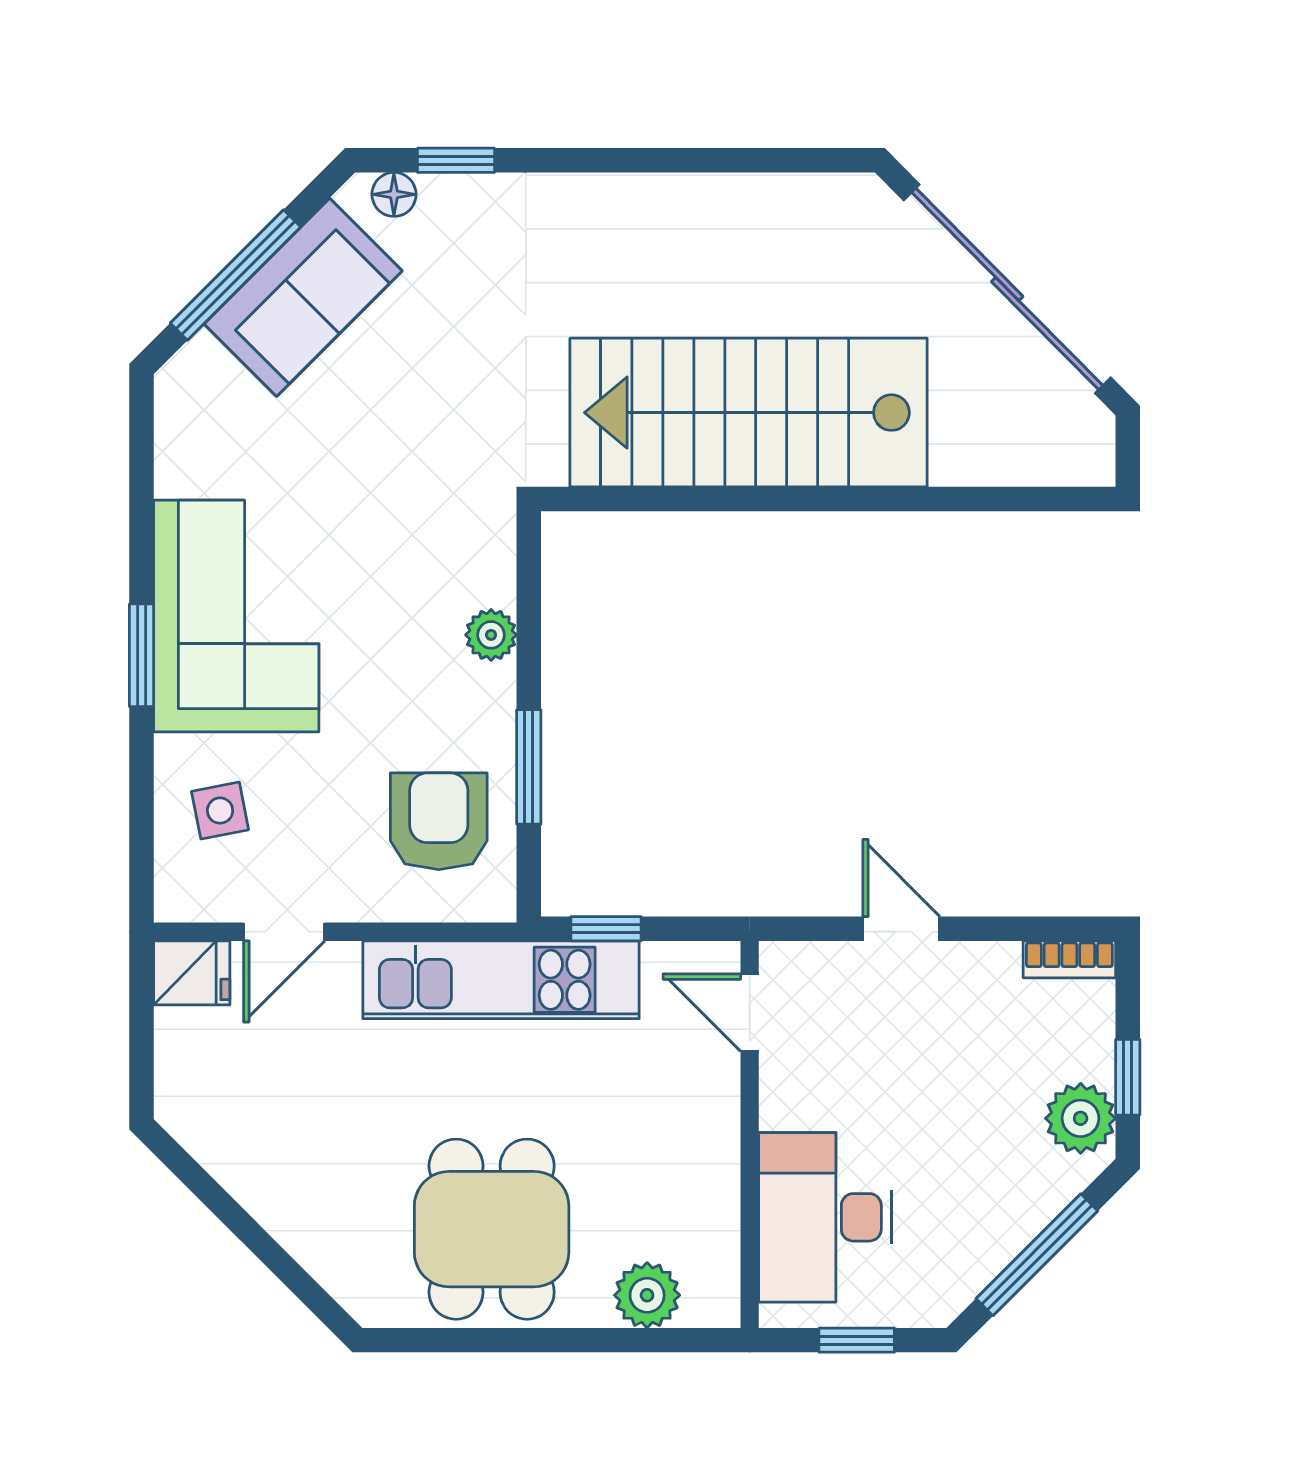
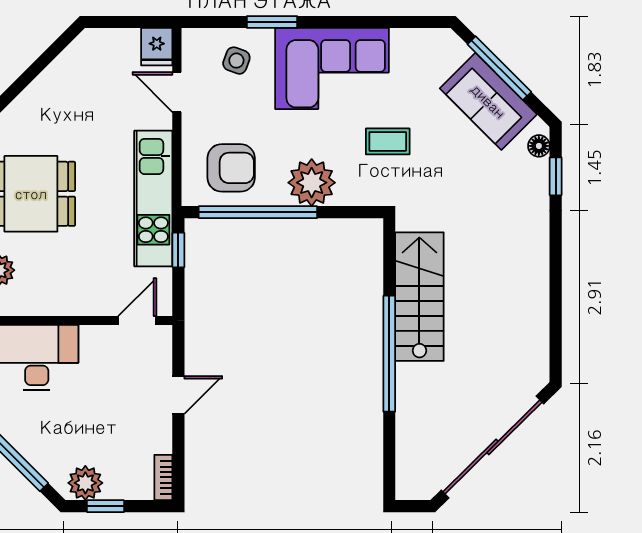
stairs: (749, 413) -> (419, 297), width x0.73, depth x0.66
window: (817, 499) -> (389, 354), added
coffee table: (385, 502) -> (388, 141), added
plant: (491, 635) -> (312, 183), width x1.88, depth x1.88
window: (142, 655) -> (272, 22), moved
window: (529, 767) -> (258, 212), width x2.11
side table: (220, 811) -> (236, 61), turned 31

